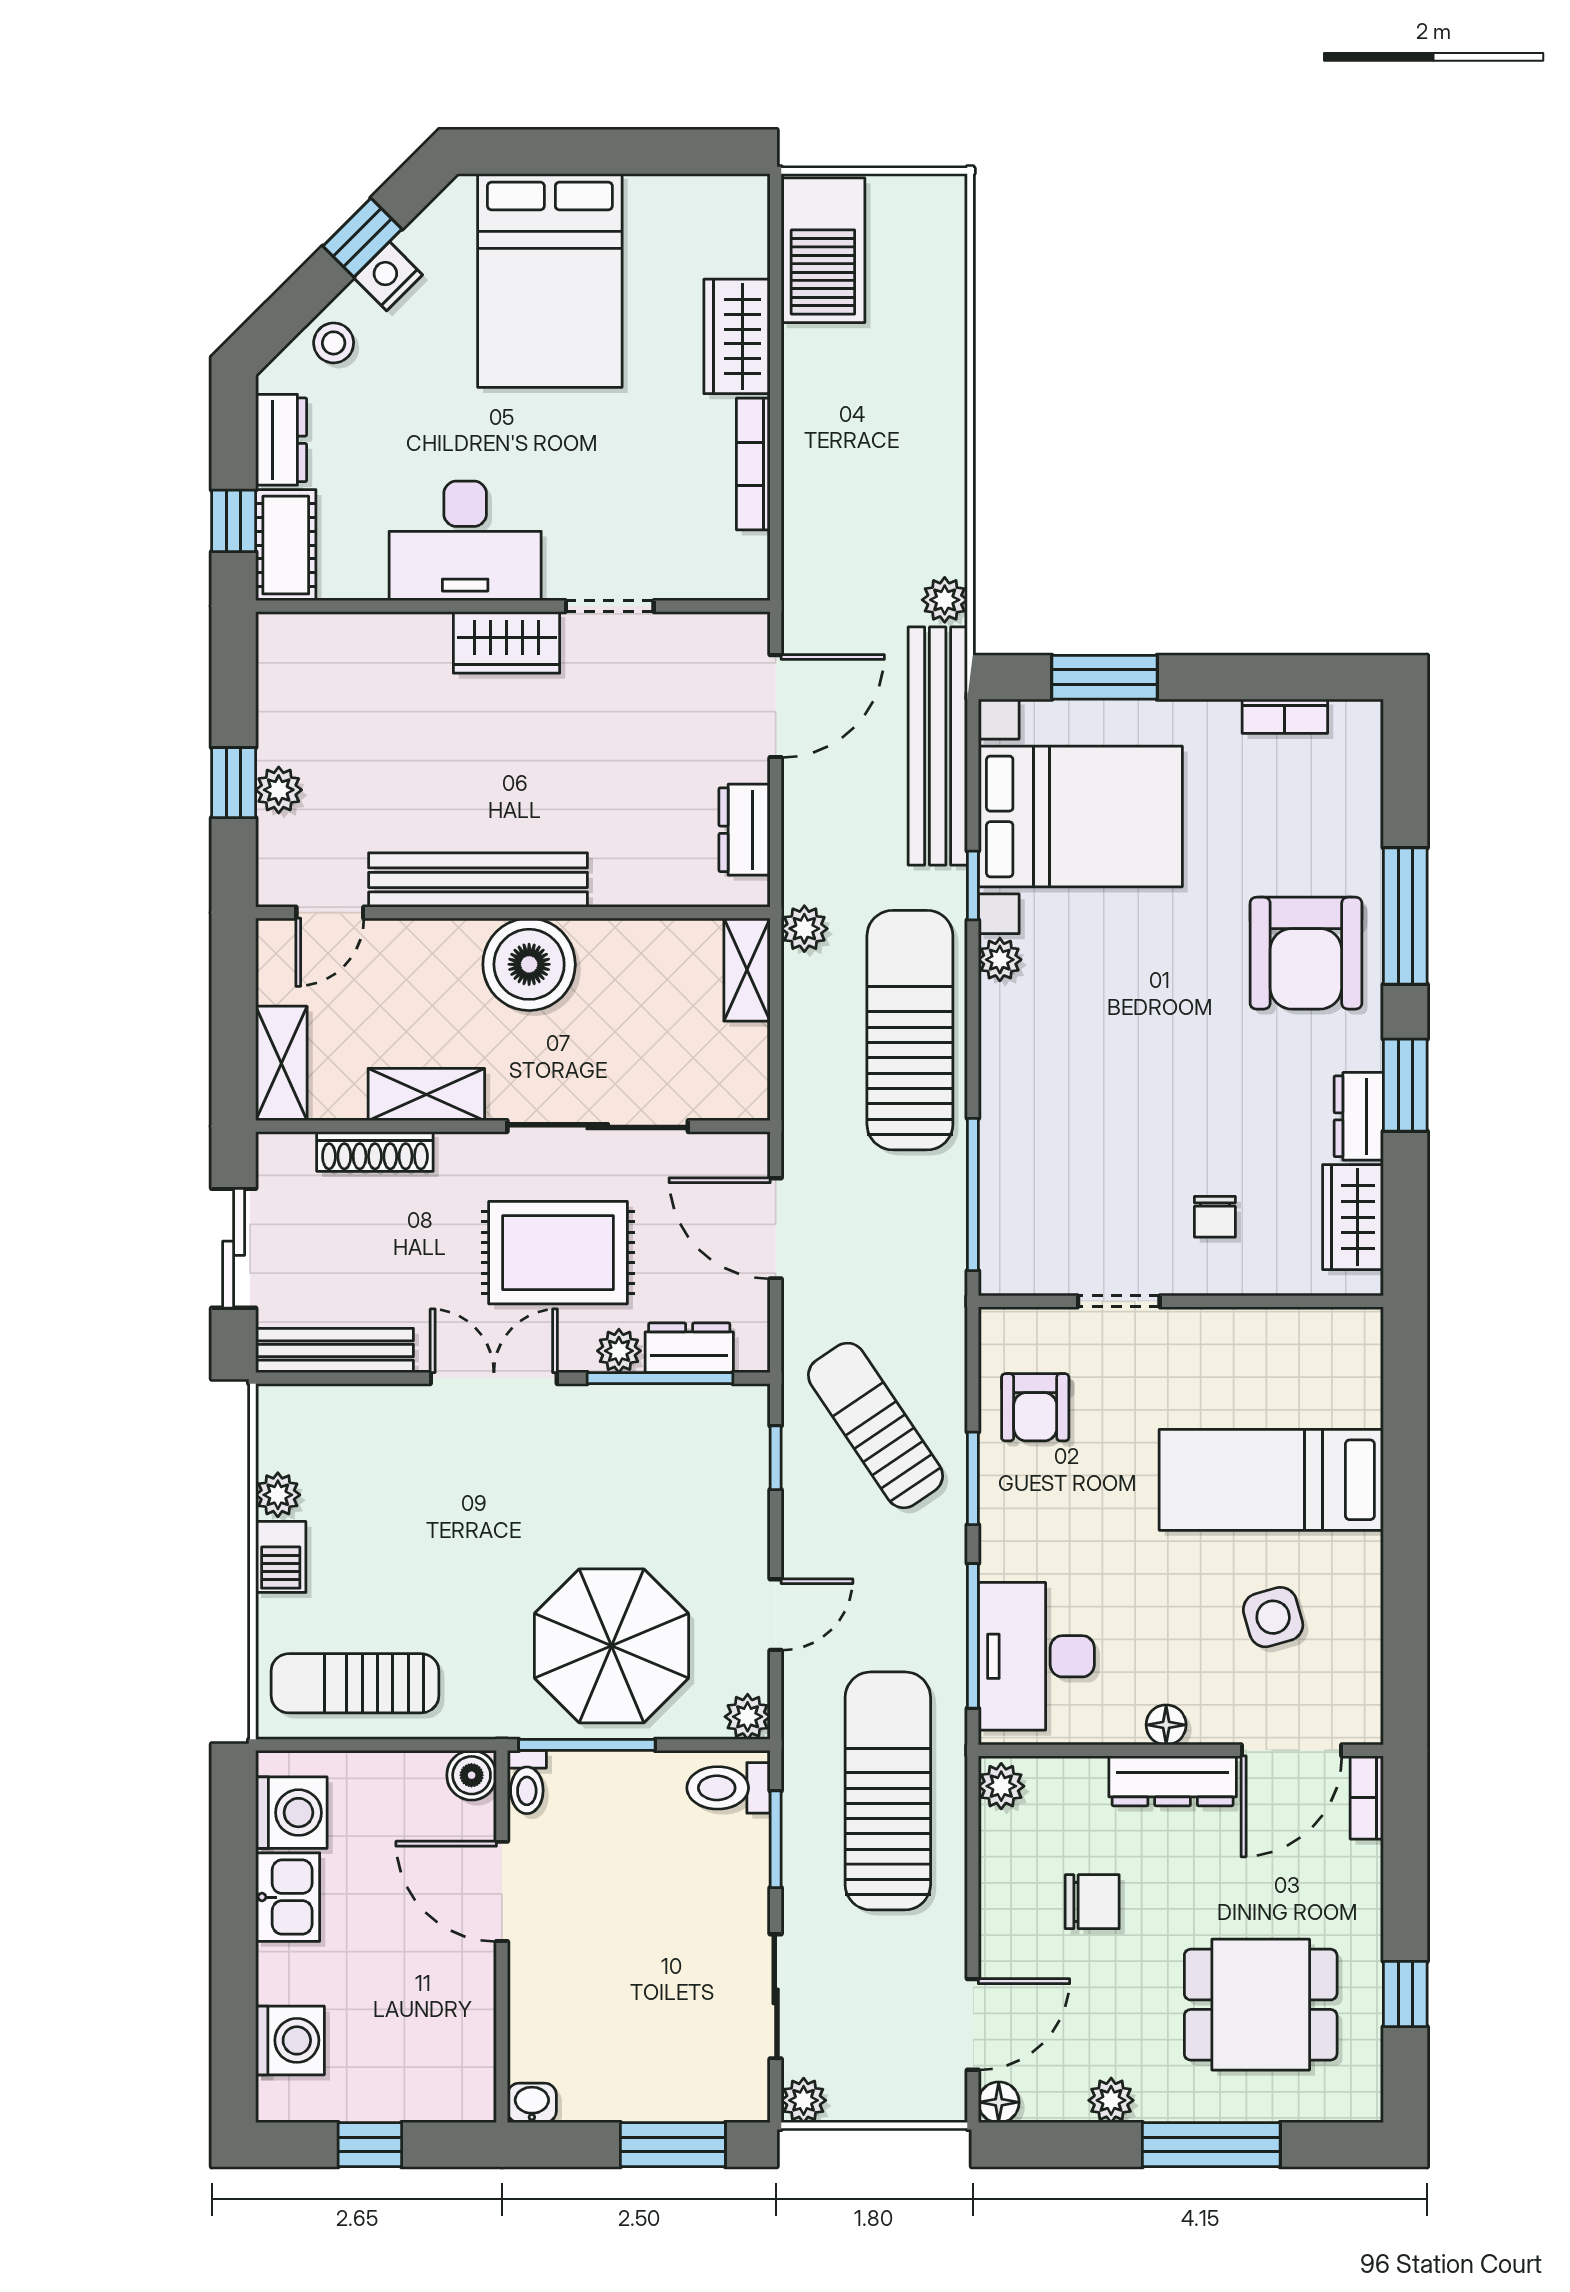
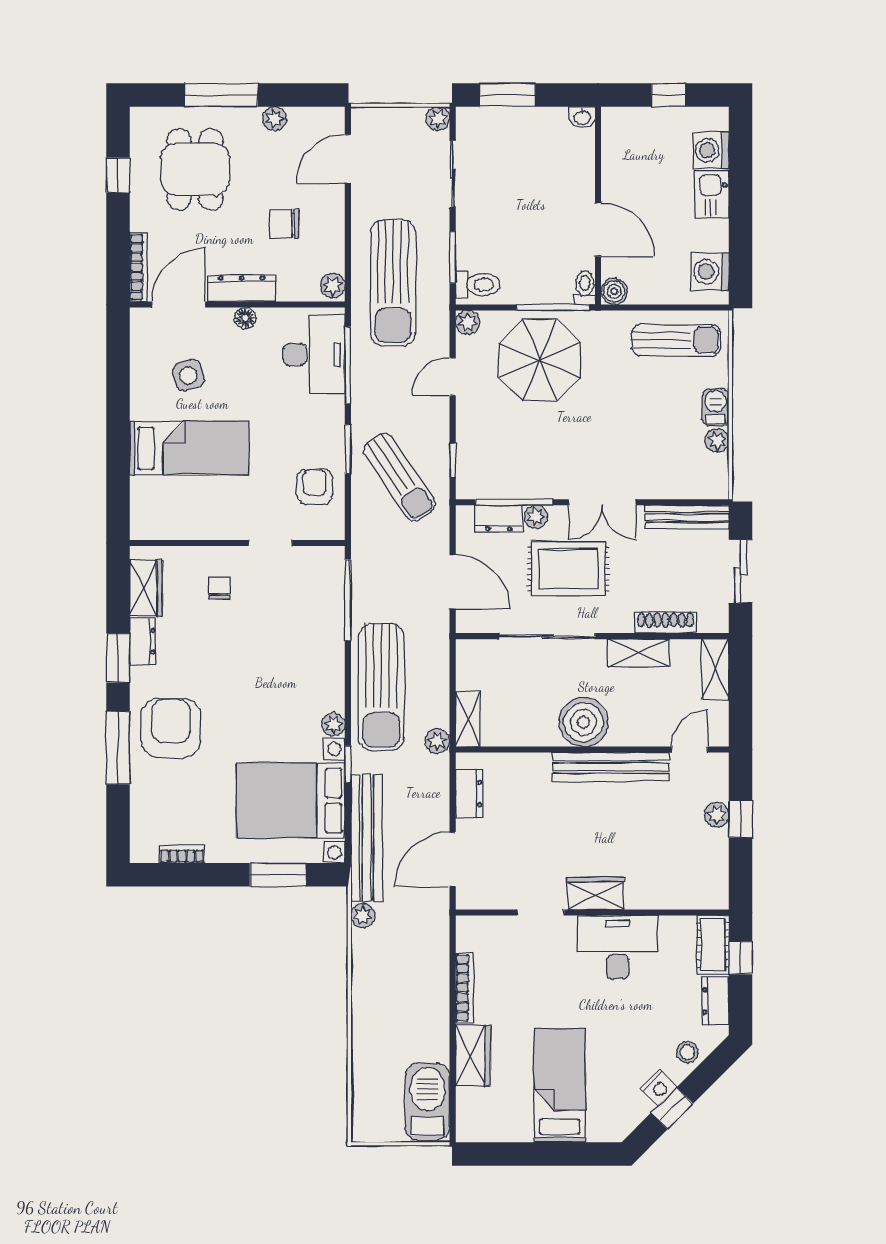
bed: (550, 280) -> (560, 1085), width x0.67
bookcase: (1367, 1797) -> (139, 267), width x1.56
kitchen sink: (288, 1897) -> (712, 195), moved
dining table: (1261, 2005) -> (195, 169), turned 90
floor lamp: (999, 2102) -> (334, 118), removed

